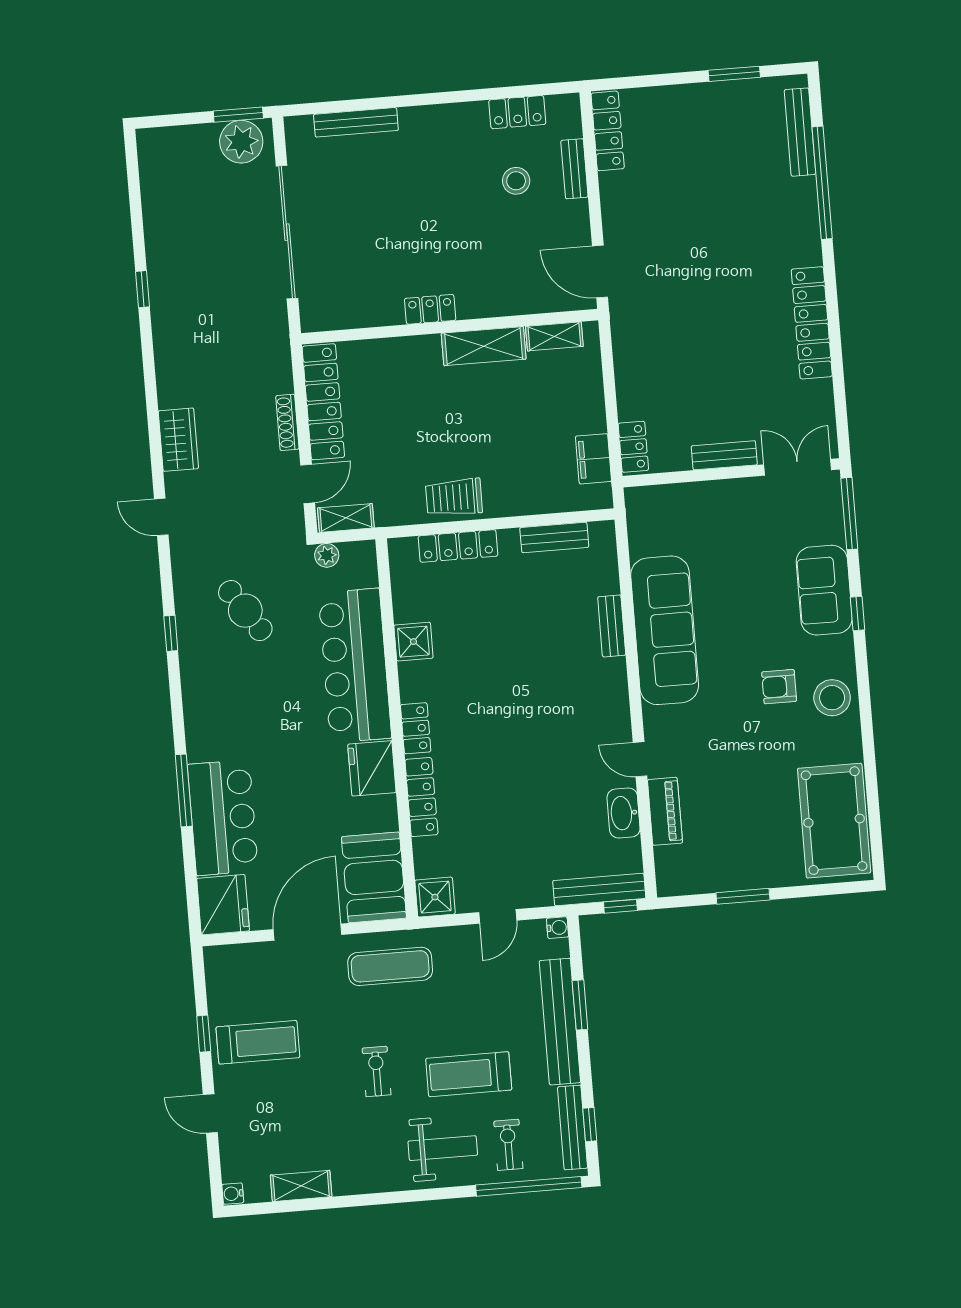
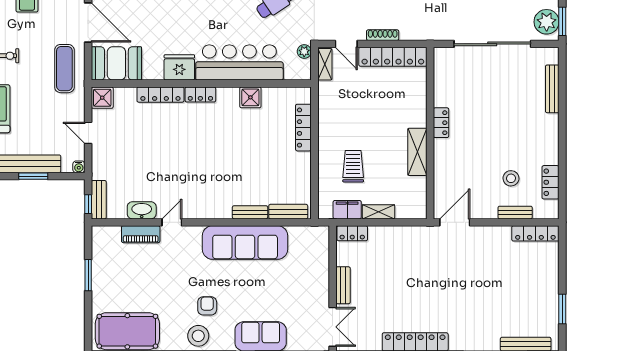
shelving: (554, 336) -> (379, 212), moved, turned 90
trolley: (454, 497) -> (353, 166), moved
bench: (554, 537) -> (288, 212), moved, turned 90
bench: (599, 890) -> (99, 200), width x0.73

